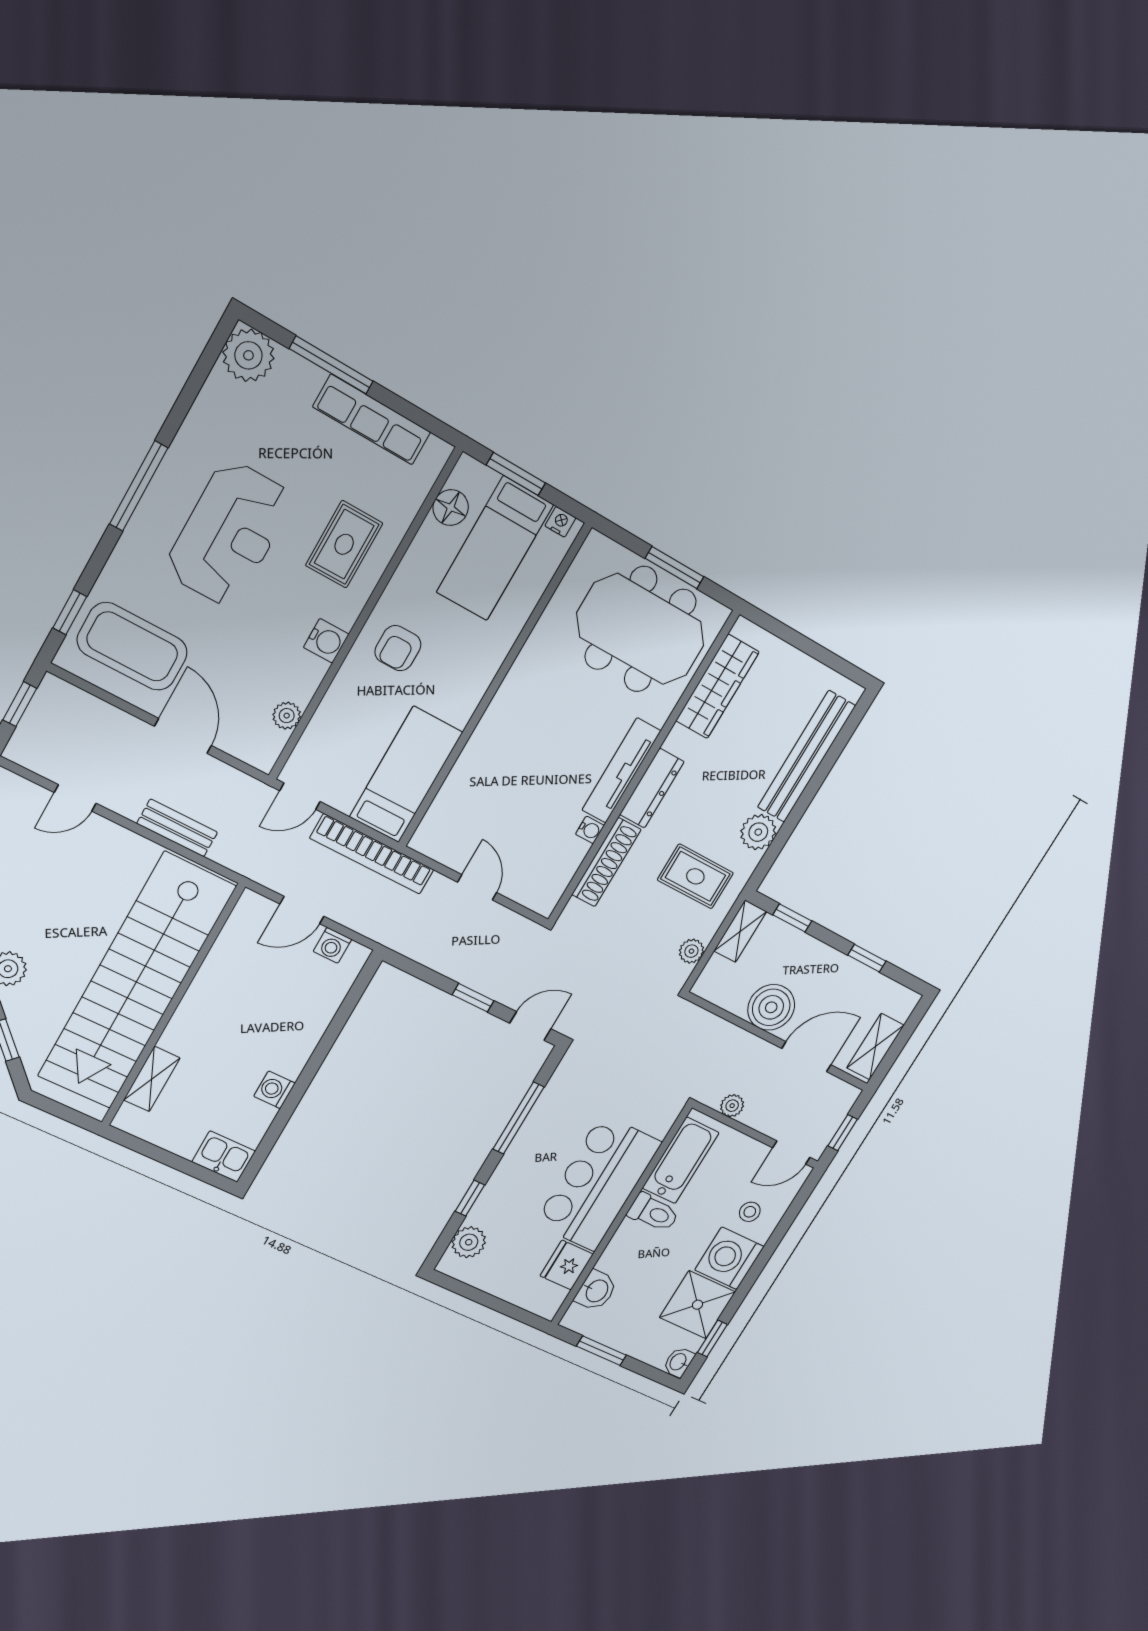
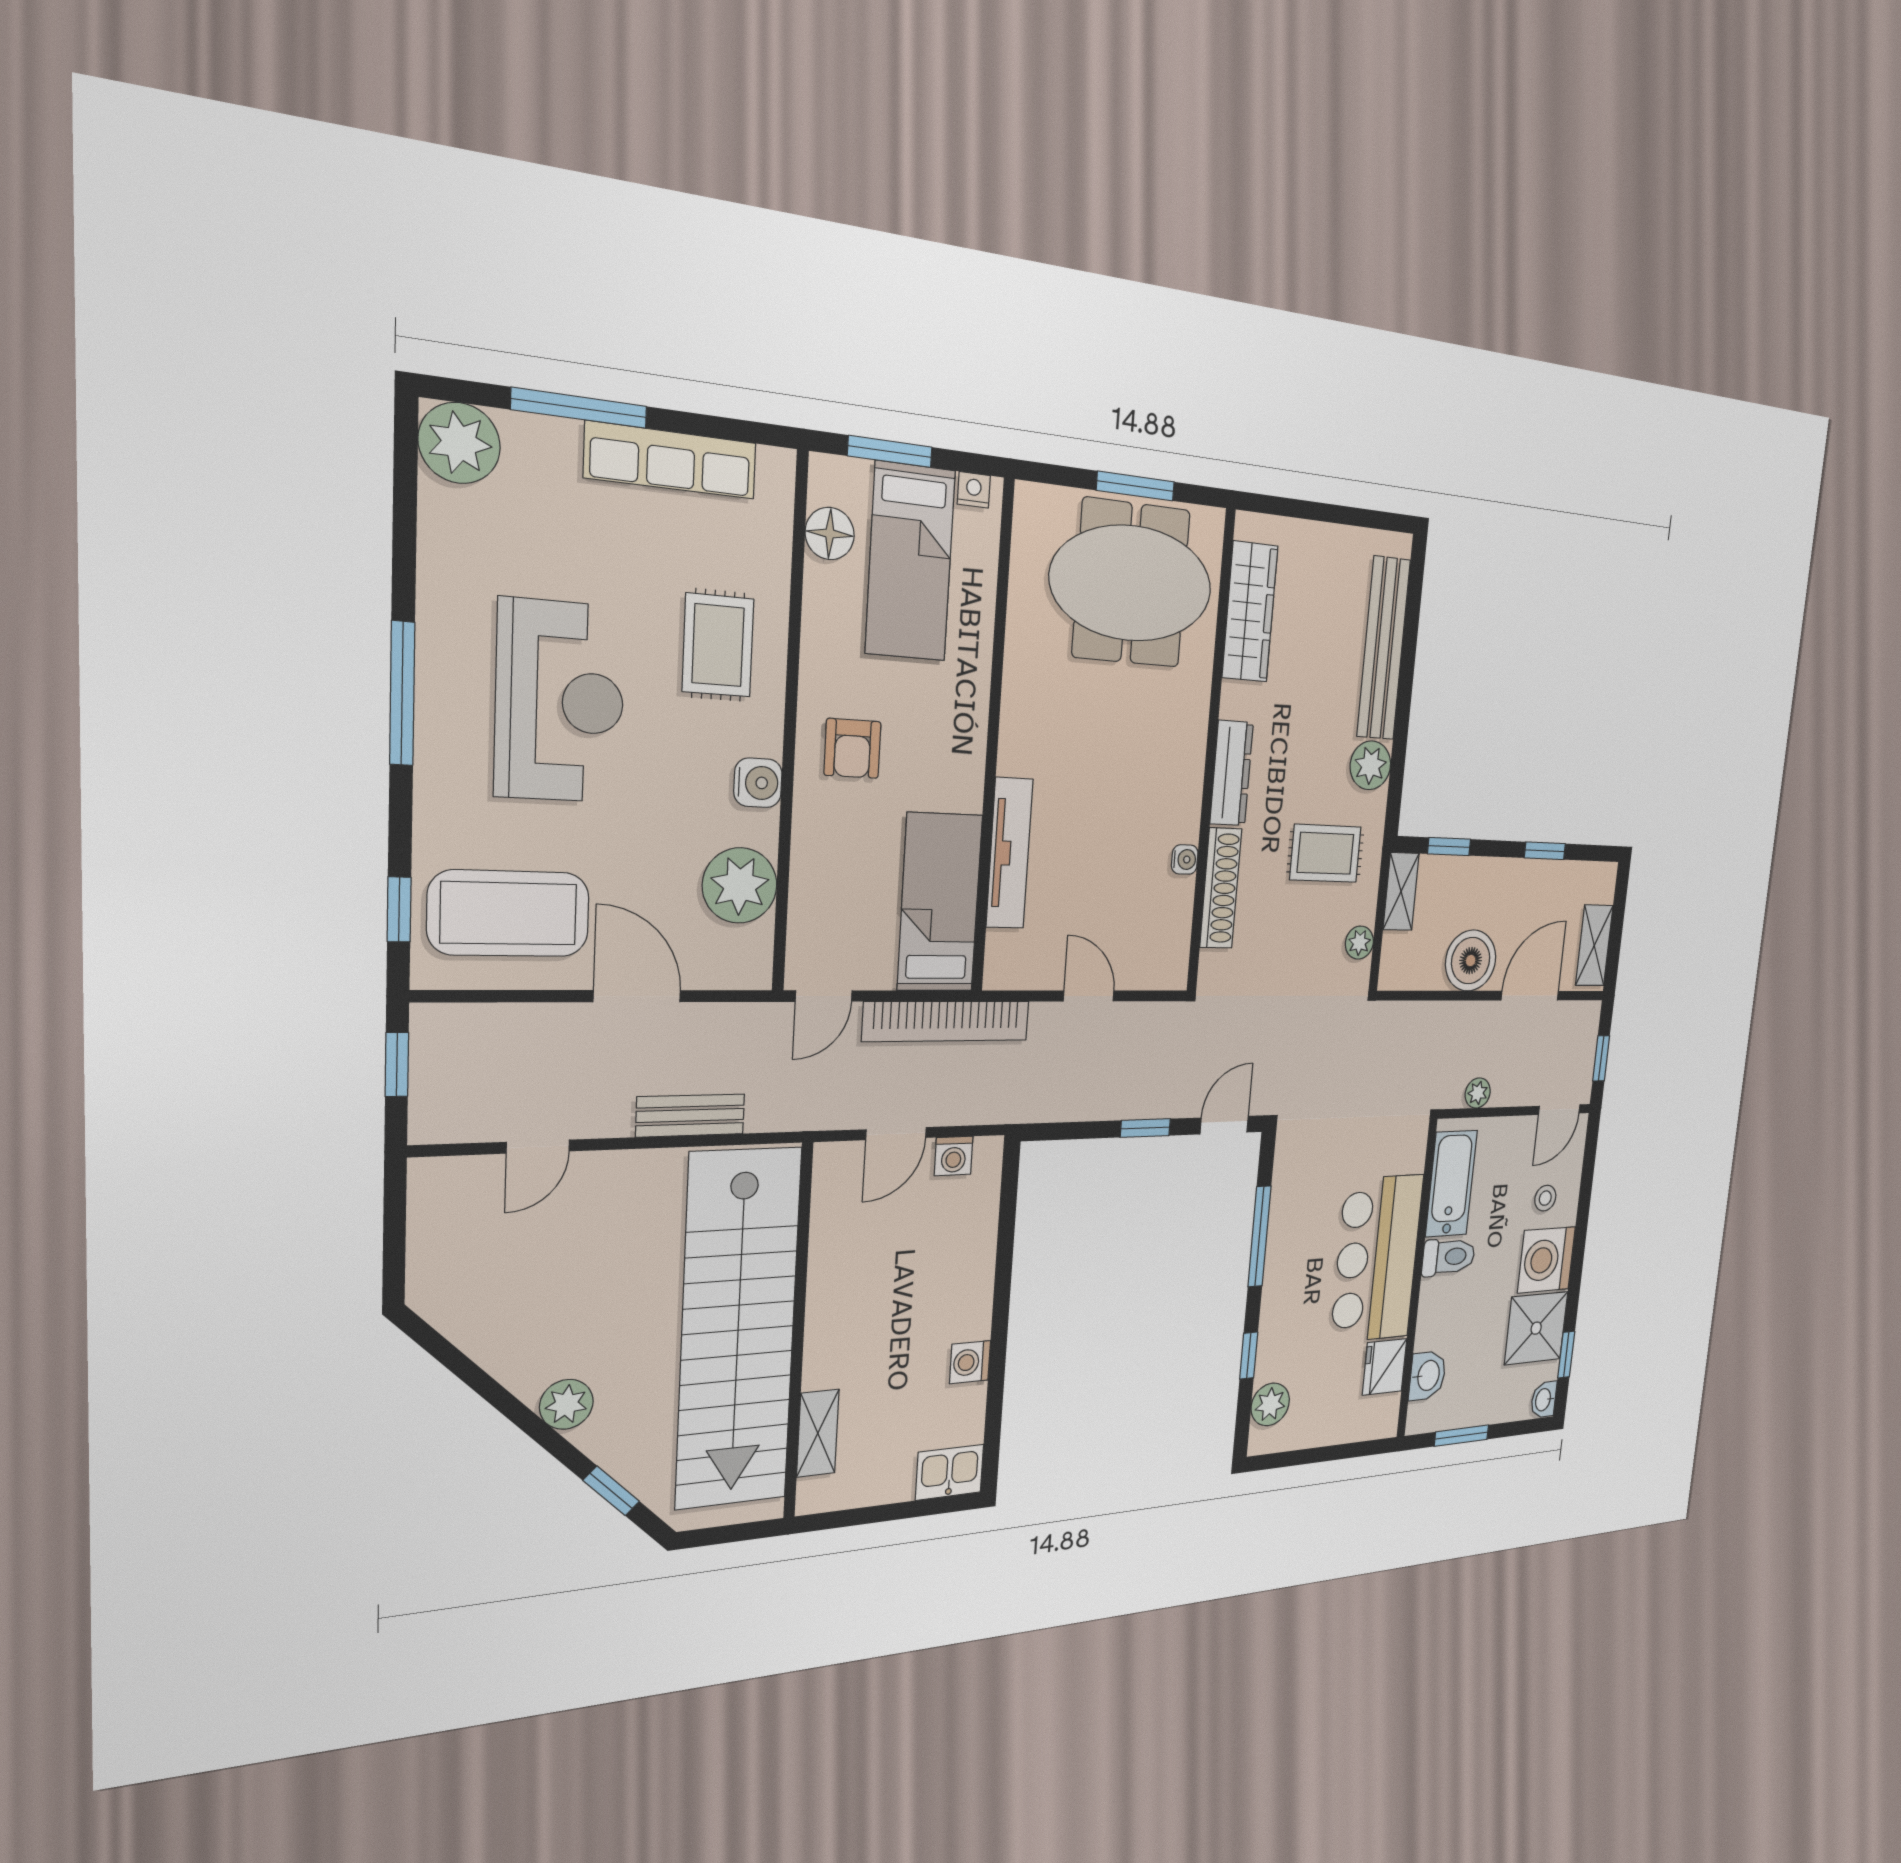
plant: (287, 716) -> (740, 885), width x1.88, depth x1.88
tv unit: (621, 770) -> (1009, 853), moved, turned 180

